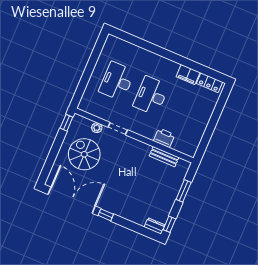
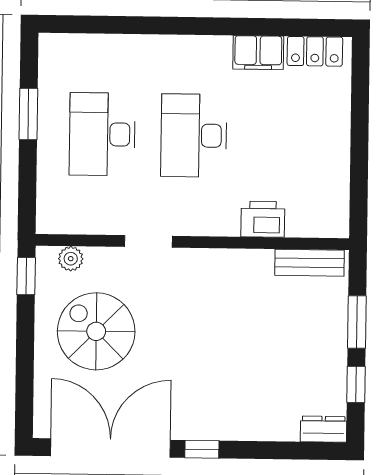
window: (92, 62) -> (28, 114), added
plant: (97, 128) -> (71, 259), moved
bench: (164, 157) -> (309, 263), moved
window: (169, 224) -> (356, 384), moved

